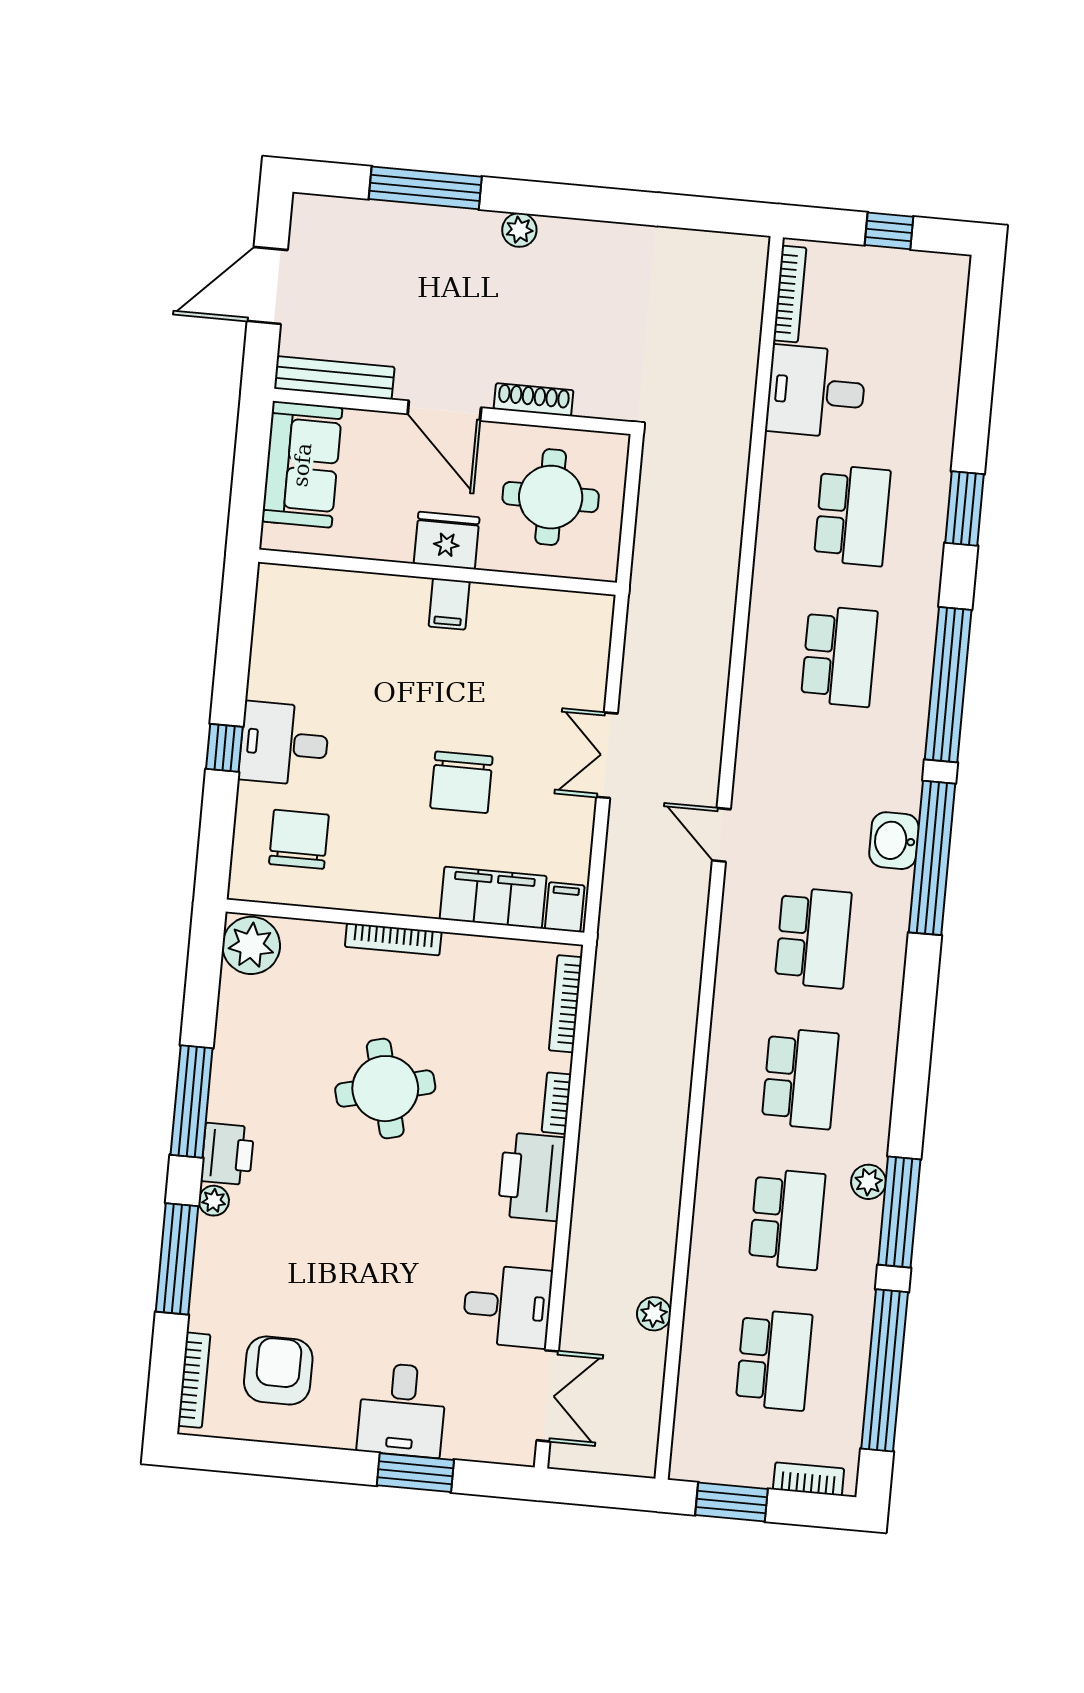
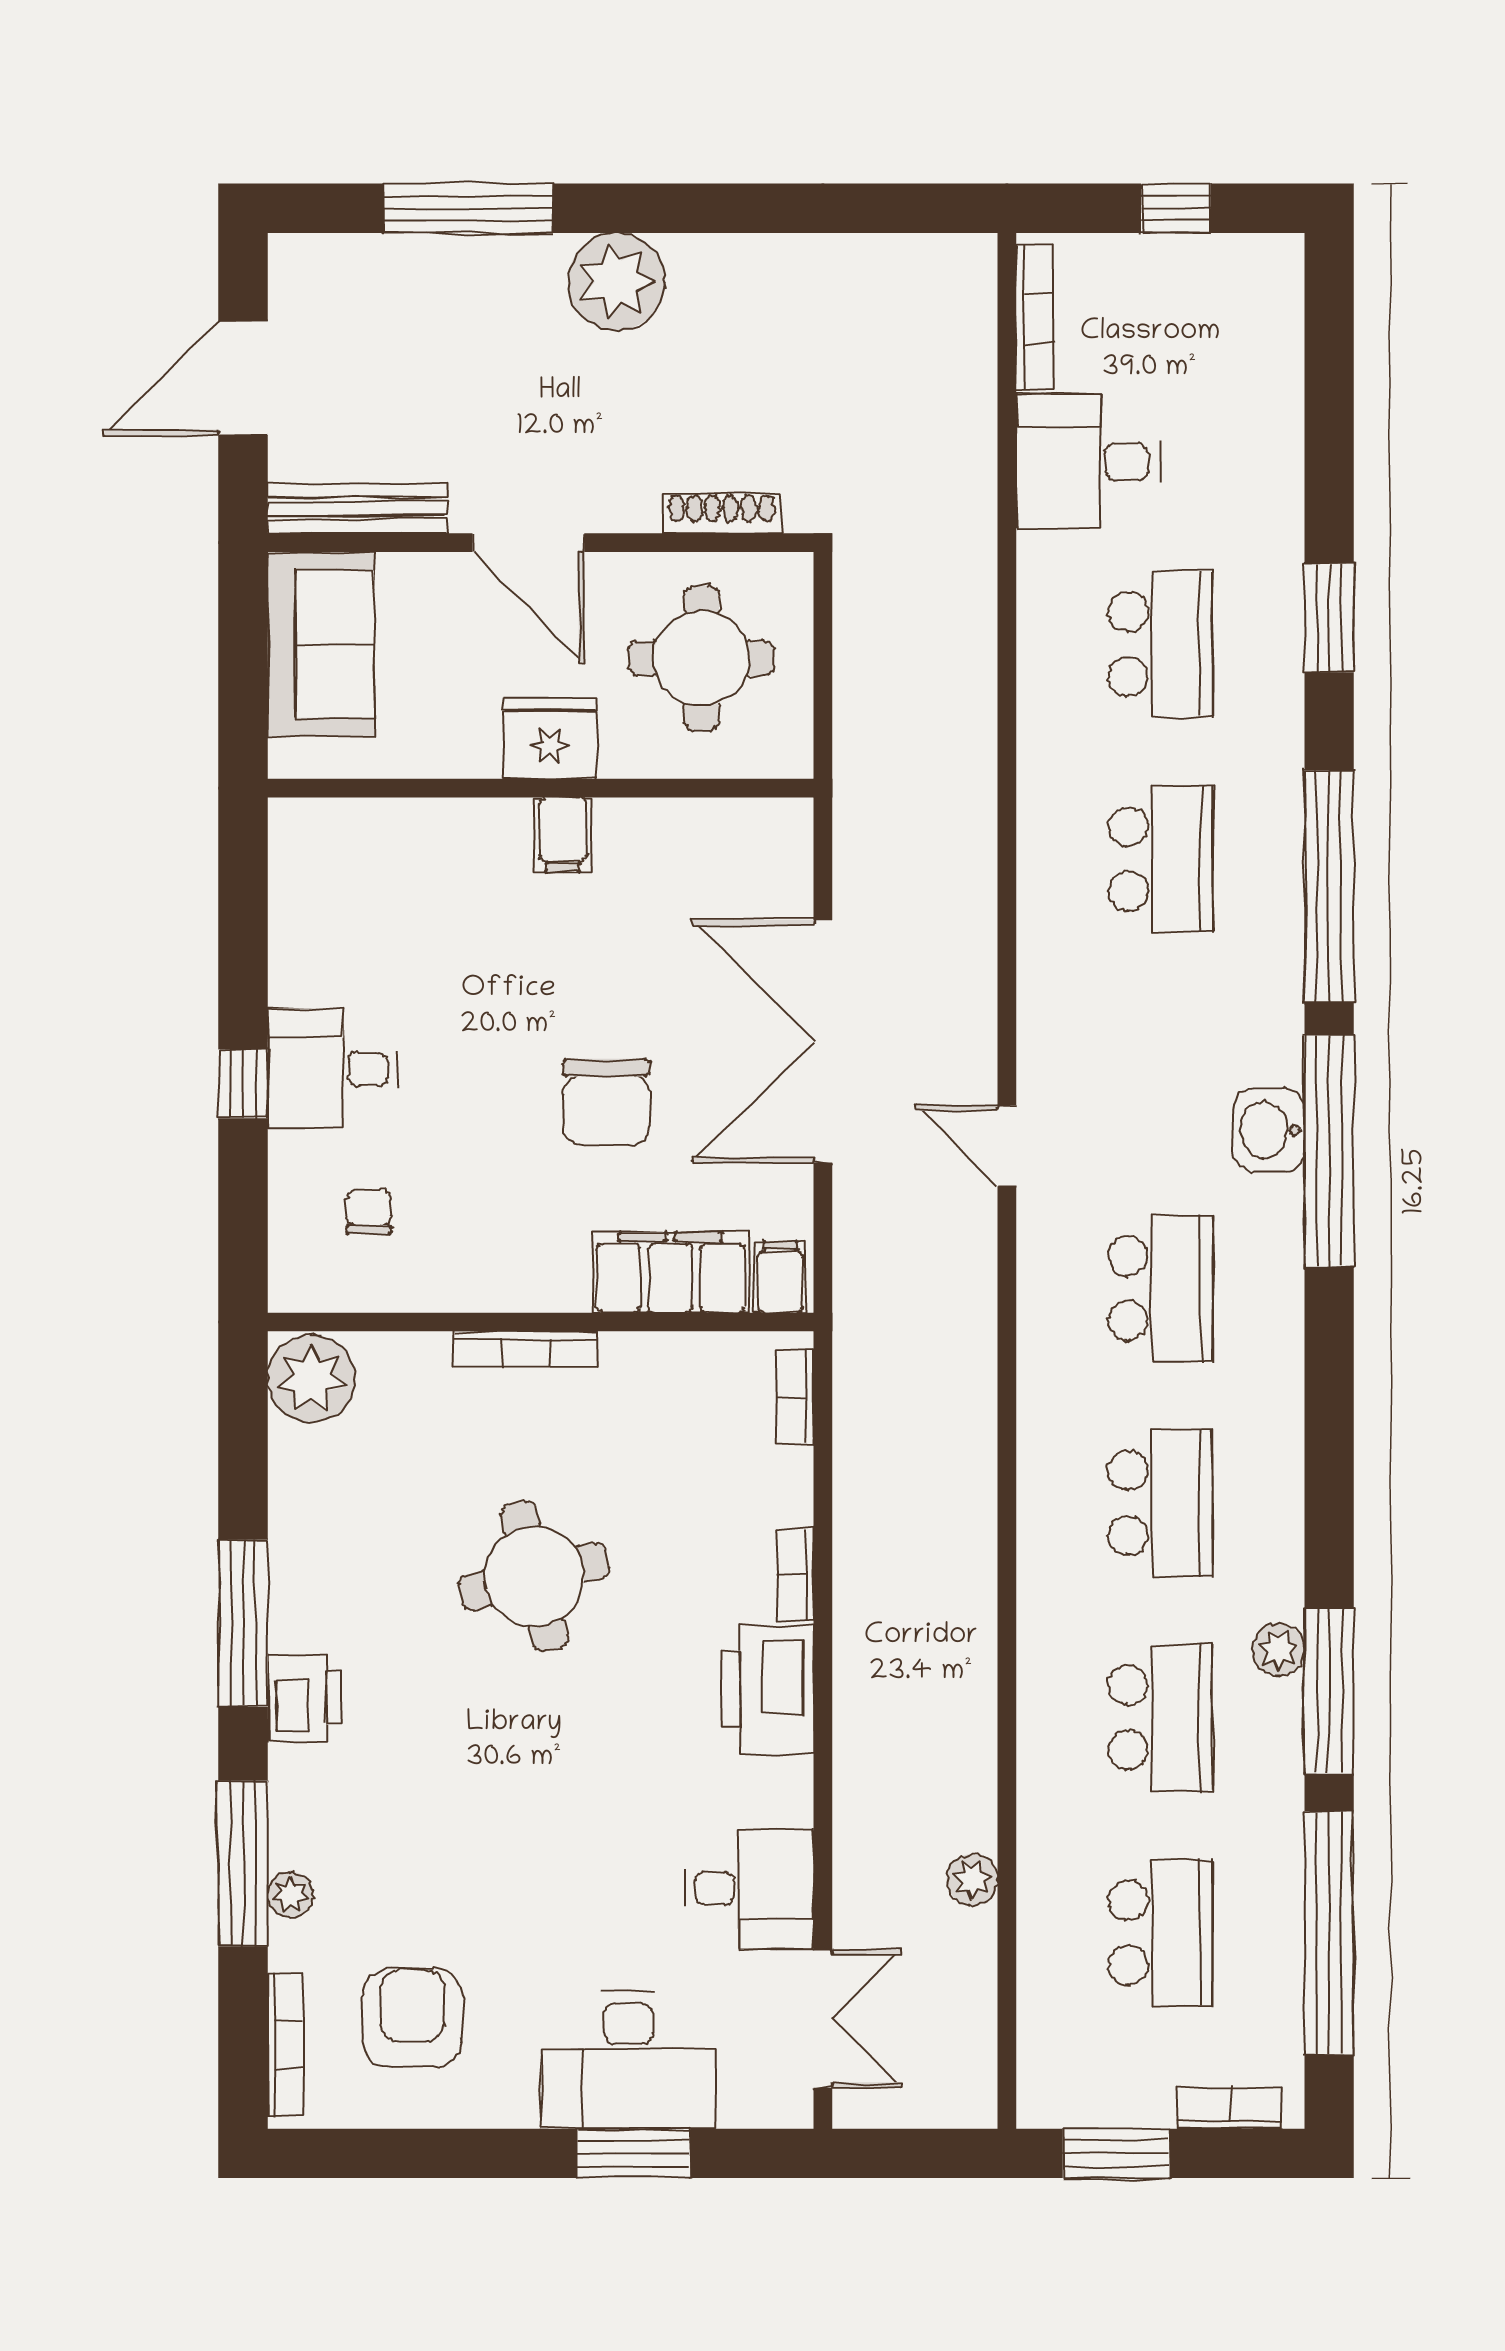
plant: (519, 230) -> (617, 282), width x1.88, depth x1.88
shoe rack: (534, 400) -> (722, 513), moved
double door: (607, 755) -> (823, 1041), width x1.87
chair: (299, 839) -> (369, 1212), width x0.54, depth x0.54
bookcase: (566, 1004) -> (795, 1397), width x0.64
plant: (214, 1201) -> (290, 1895), moved
desk: (402, 1410) -> (628, 2060), width x1.37

